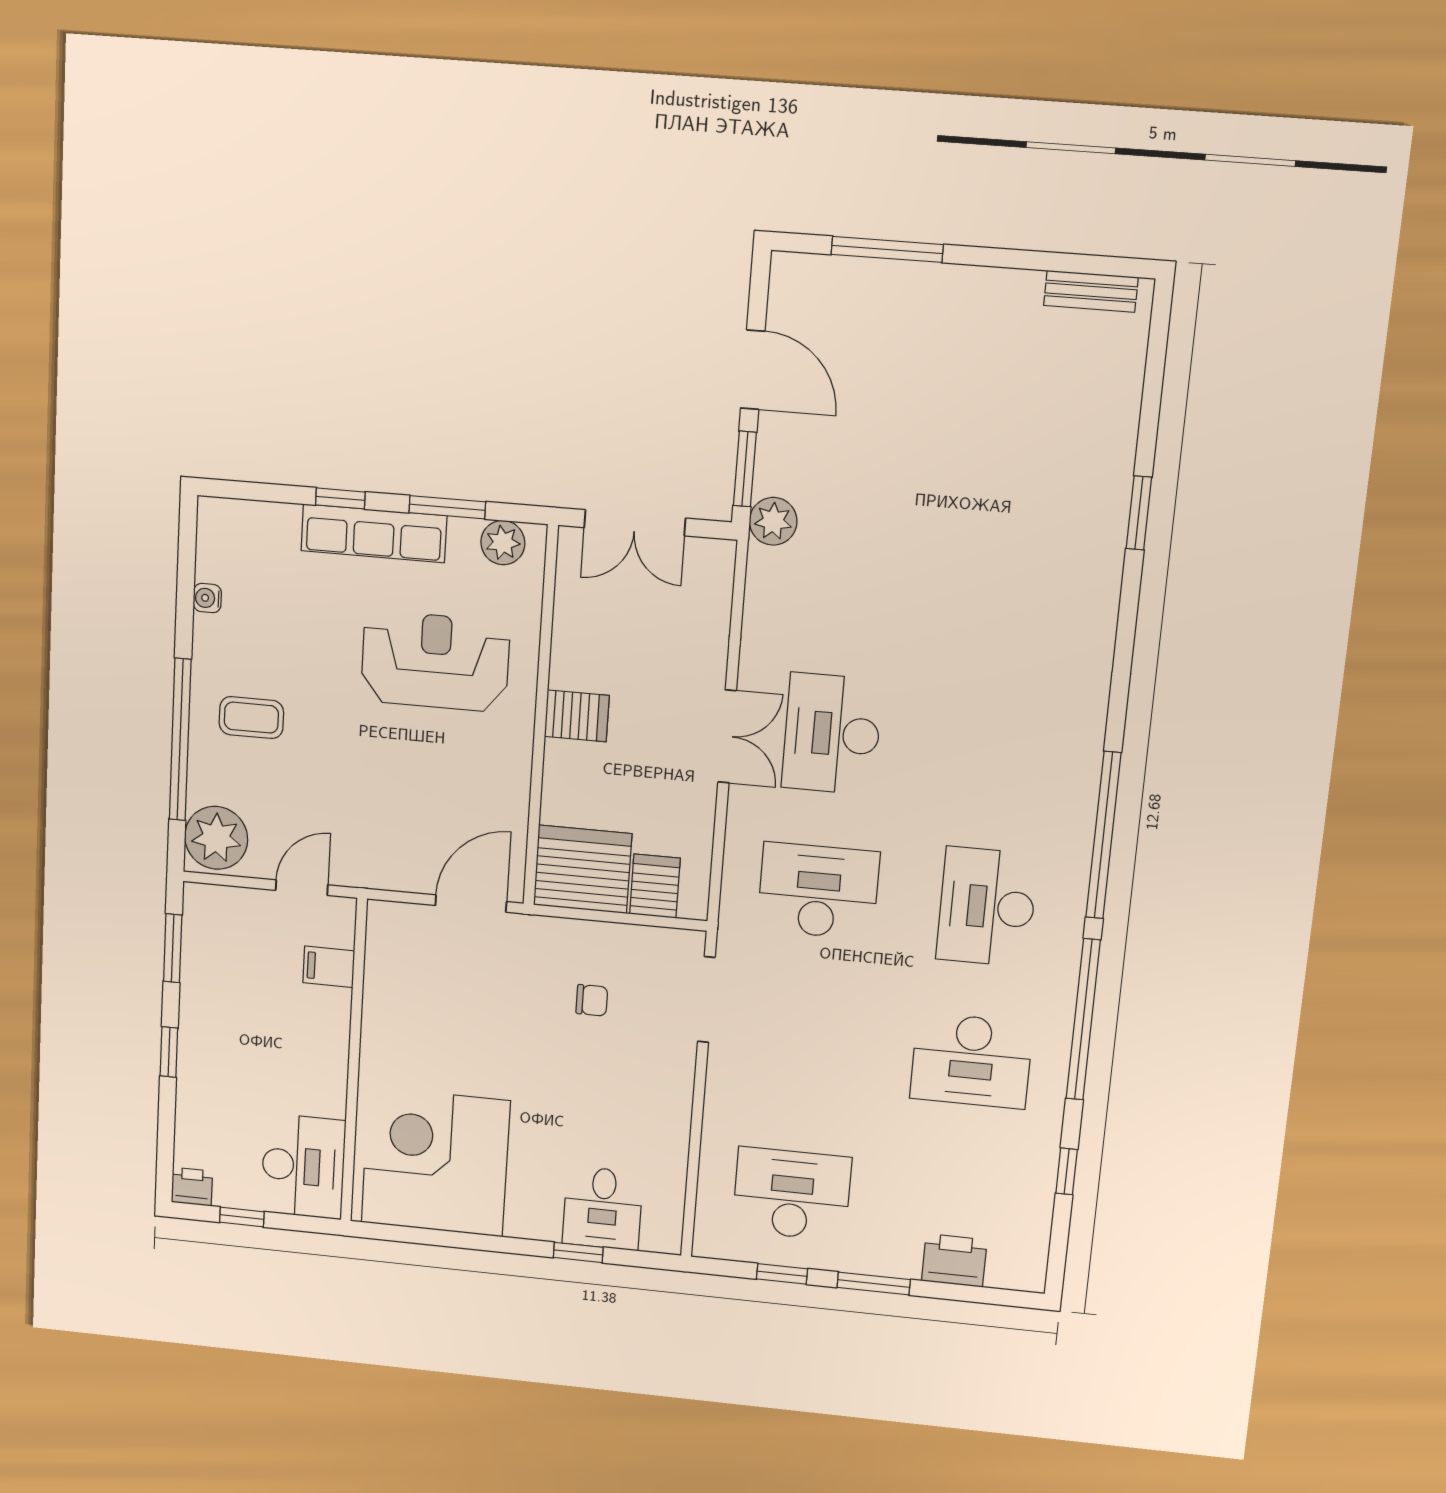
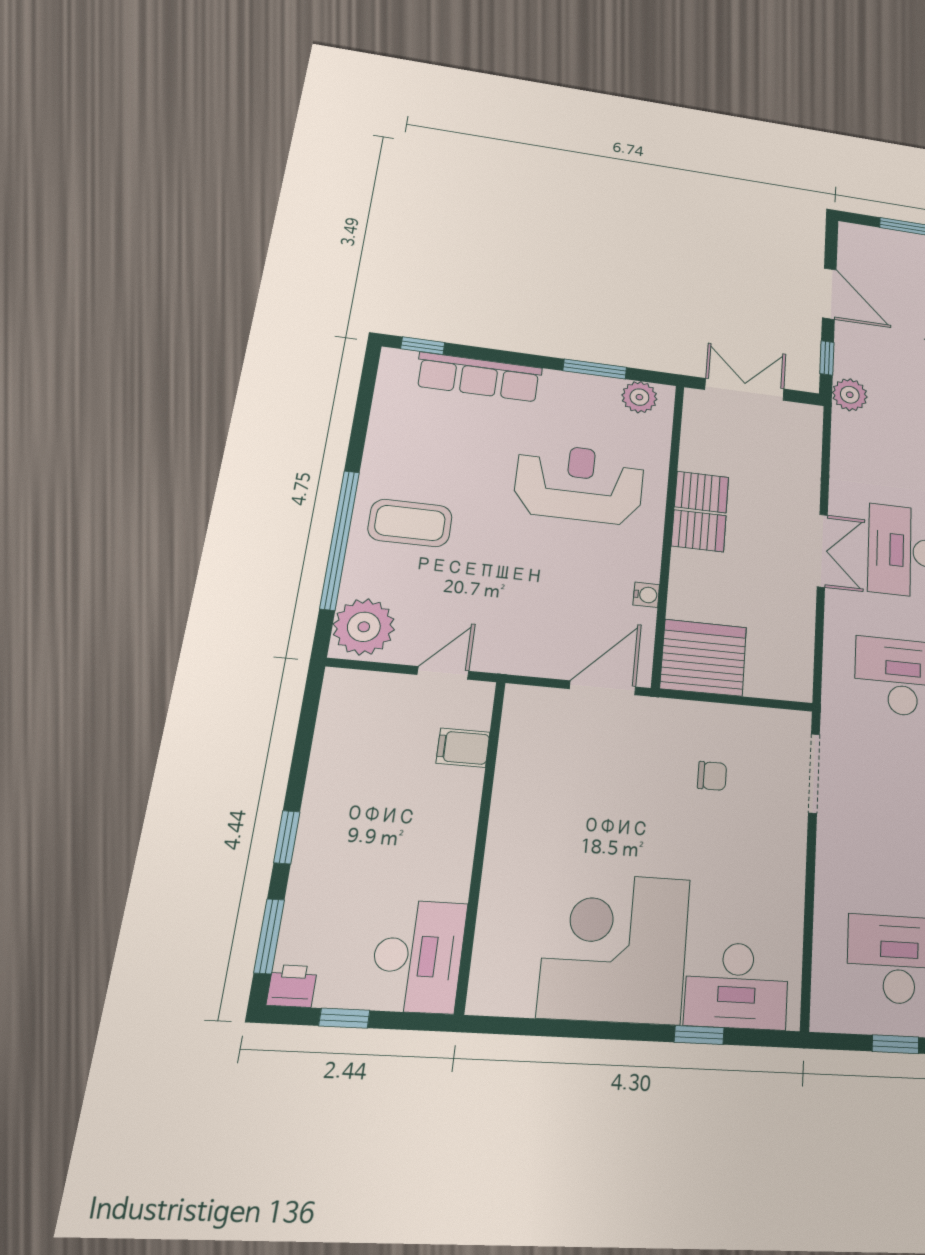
window: (745, 469) -> (827, 358), width x0.67
window: (340, 498) -> (423, 346), moved
double door: (635, 523) -> (745, 389), swing flipped
row of seats: (374, 533) -> (479, 377), moved
water cooler: (207, 598) -> (646, 595), moved, turned 180
coffee table: (251, 718) -> (410, 523), width x1.36, depth x1.30
server rack: (655, 886) -> (702, 492), moved, turned 90
window: (173, 948) -> (269, 936), moved
corner desk: (435, 1162) -> (615, 947), moved
desk: (603, 1208) -> (737, 985), width x1.37

